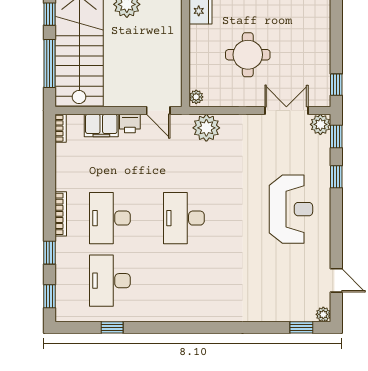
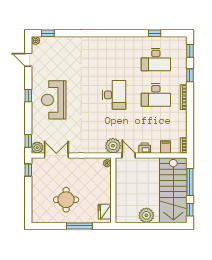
round table: (248, 55) -> (66, 200), moved
double door: (286, 111) -> (56, 155), swing flipped
filing cabinet: (101, 125) -> (165, 147), width x0.50
plant: (206, 128) -> (113, 146), moved
window: (336, 177) -> (28, 96), moved
desk: (110, 218) -> (156, 95), turned 90
desk: (110, 281) -> (156, 60), turned 90

